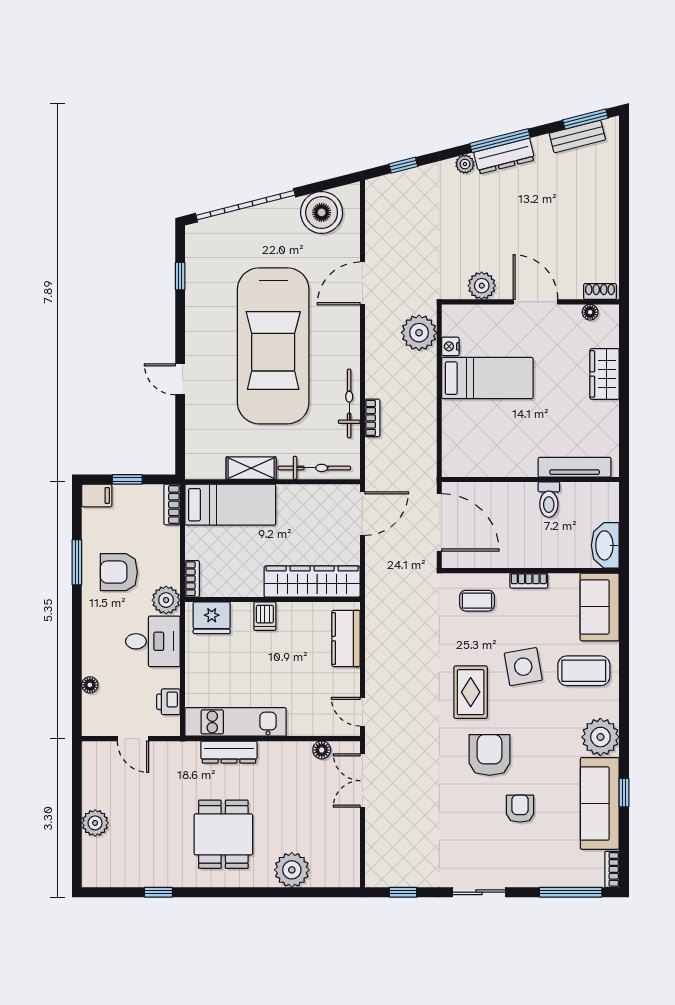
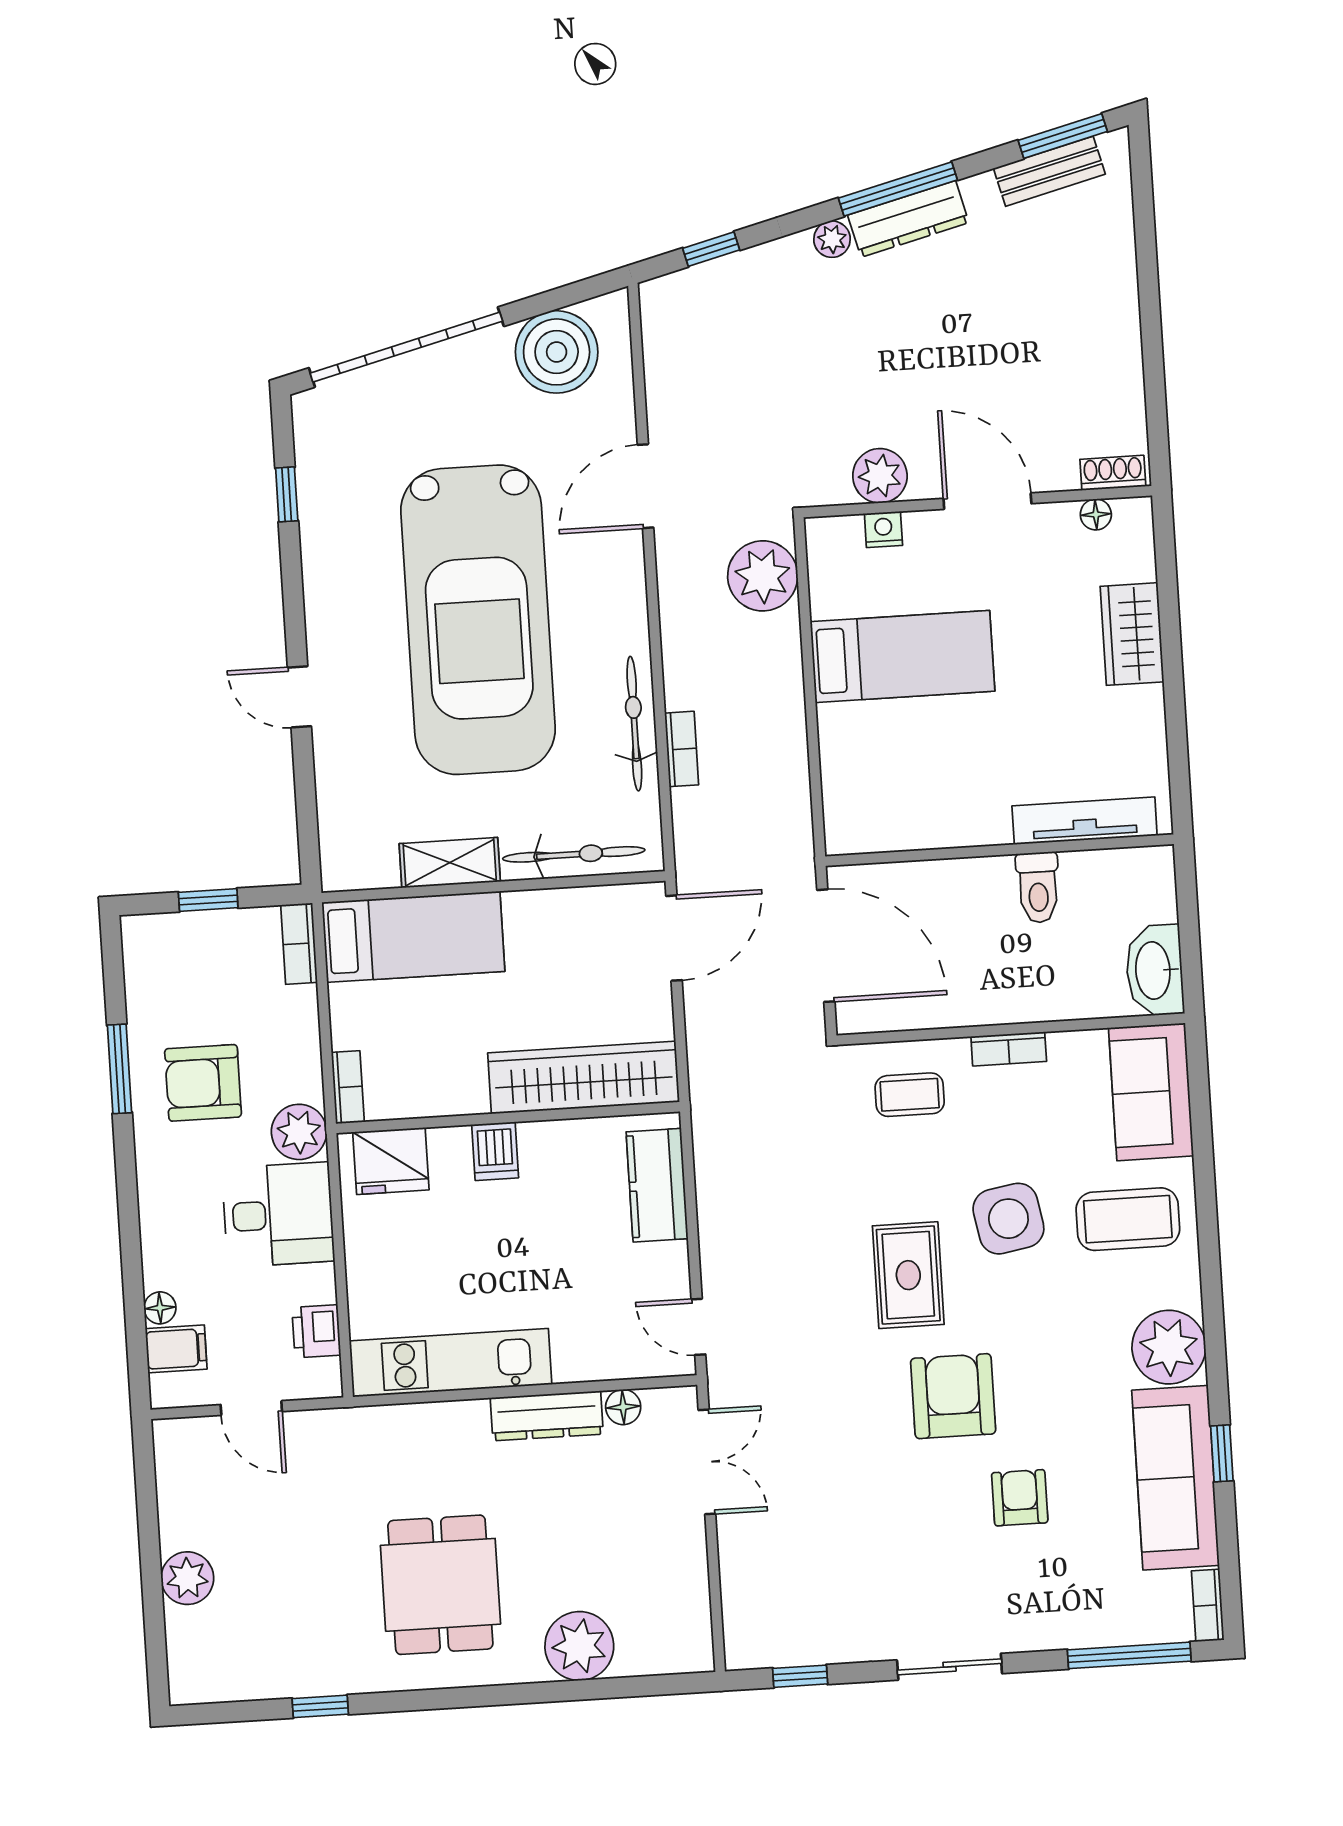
nightstand: (450, 346) -> (883, 529), moved, turned 90
filing cabinet: (97, 496) -> (176, 1349), moved
dresser: (229, 752) -> (547, 1416), moved
double door: (362, 781) -> (707, 1462), swing flipped

